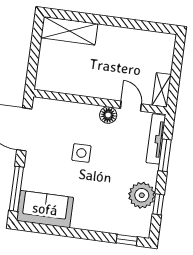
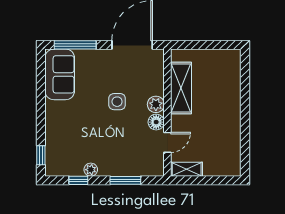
shelving: (69, 31) -> (181, 88), moved
plant: (90, 113) -> (156, 104), added
tv unit: (156, 139) -> (140, 170), removed
plant: (142, 195) -> (91, 170), width x0.53, depth x0.53

